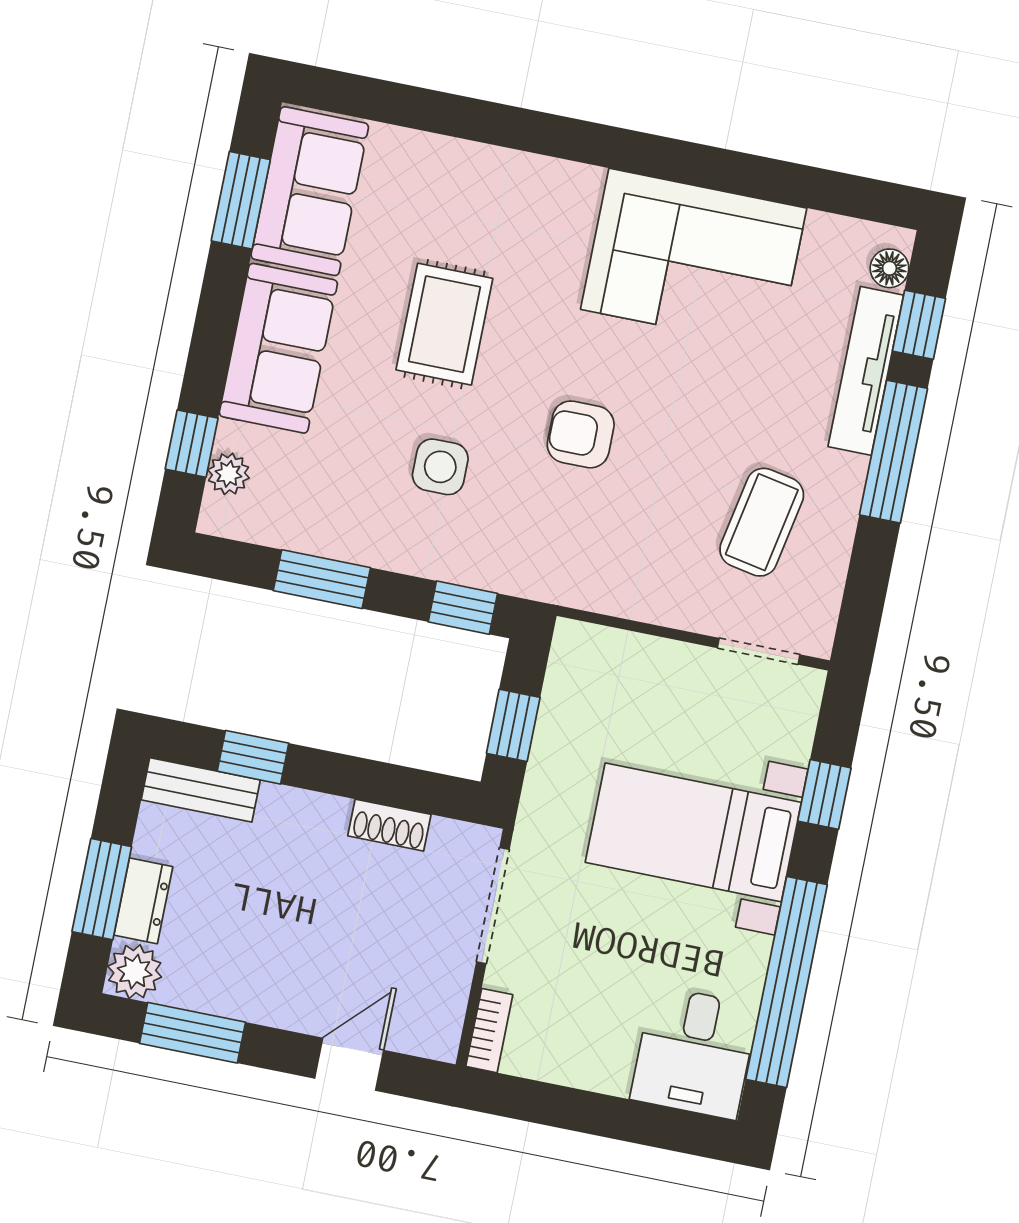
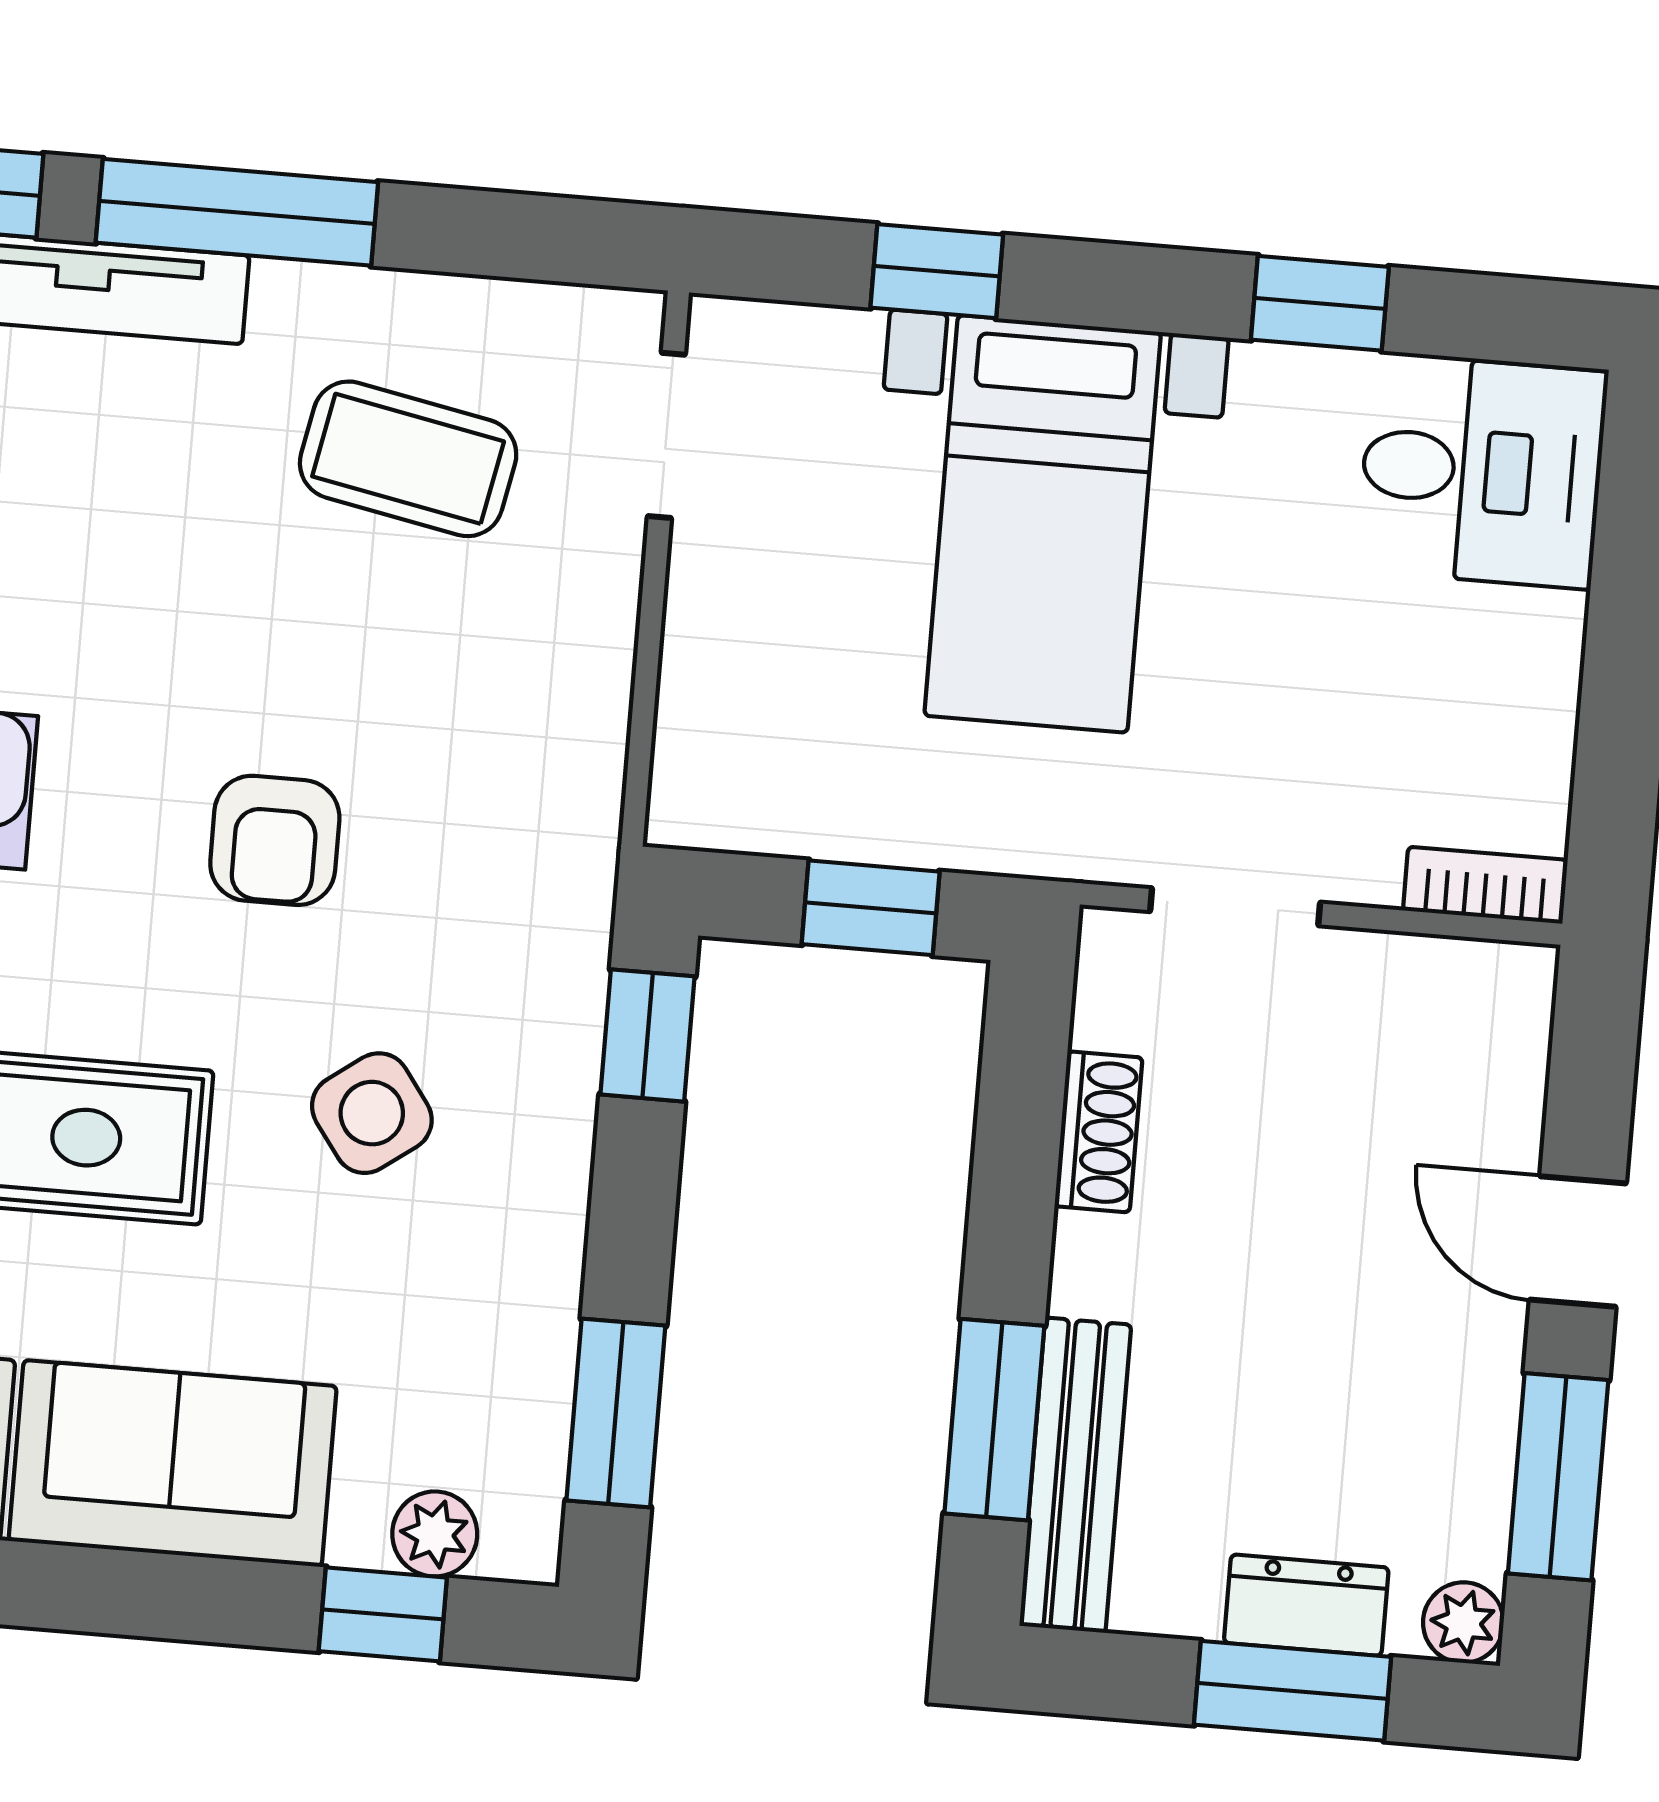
side table: (440, 467) -> (372, 1113), turned -36
window: (322, 579) -> (616, 1413), moved
window: (253, 757) -> (994, 1420), width x1.50
bench: (201, 790) -> (1075, 1475), width x1.36
doorway: (493, 906) -> (1235, 907), width x0.73
plant: (135, 972) -> (1463, 1623), width x0.73, depth x0.73
window: (787, 982) -> (1320, 303), width x0.32
door: (349, 1064) -> (1578, 1242), moved

